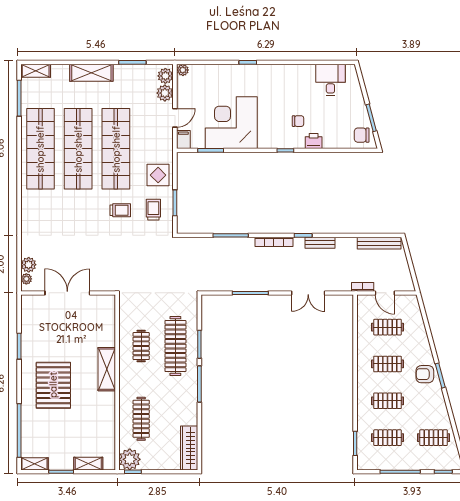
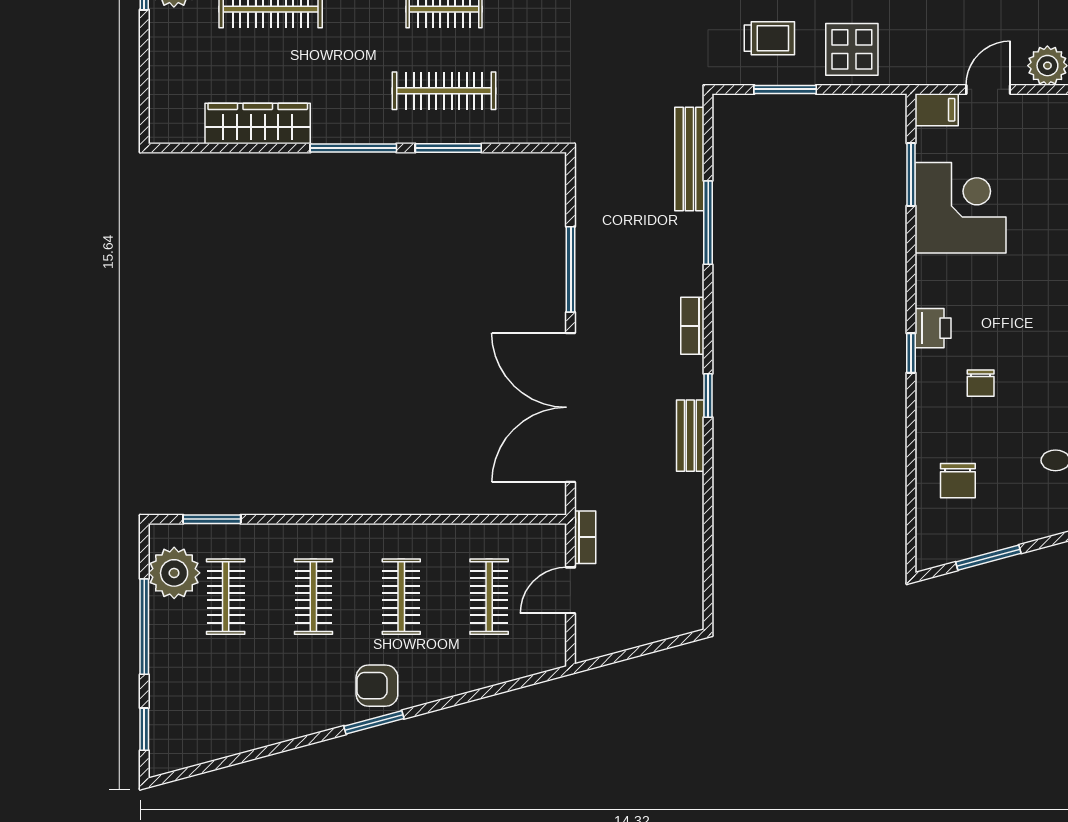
door: (175, 118) -> (988, 89), swing flipped
corner desk: (231, 123) -> (960, 208), width x0.74, depth x0.74
chair: (362, 135) -> (958, 481), moved, turned 180
printer: (314, 141) -> (933, 328), moved
bookcase: (274, 242) -> (692, 326), width x0.64
bench: (379, 243) -> (689, 159), moved
double door: (308, 293) -> (571, 407), width x1.87
clothes rail: (175, 346) -> (444, 91), width x0.73, depth x0.76
armchair: (425, 374) -> (377, 686), turned -90
clothes rail: (434, 438) -> (226, 706), removed
wardrobe: (189, 448) -> (258, 123), moved
plant: (378, 459) -> (174, 573), added

